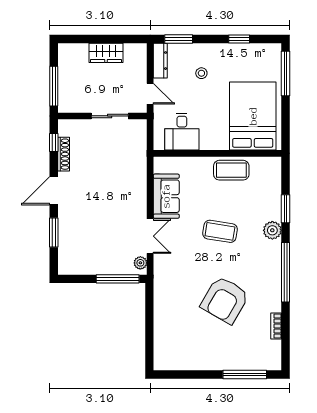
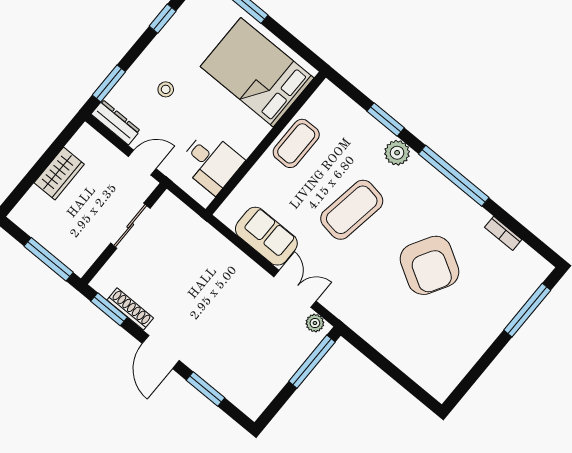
window: (54, 143) -> (109, 309), width x1.50
coffee table: (220, 231) -> (352, 210), width x1.36, depth x1.32

